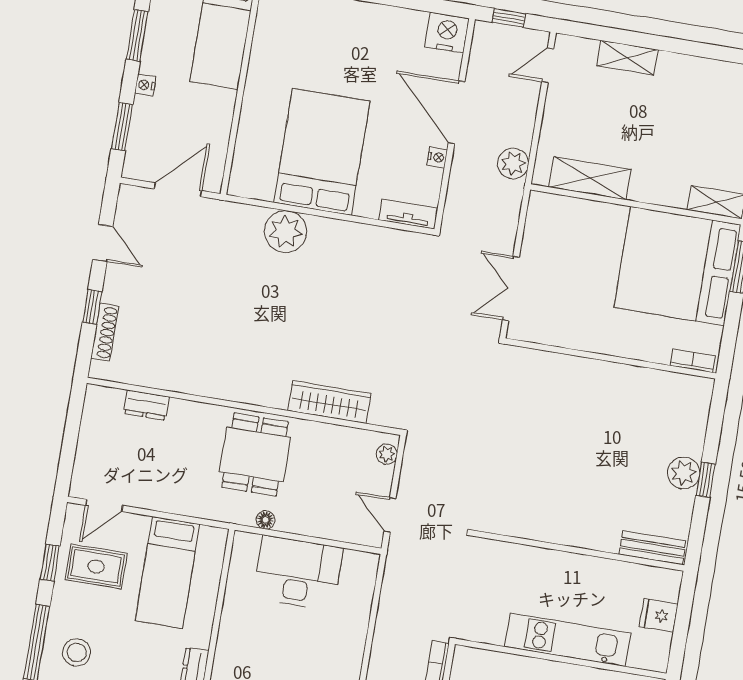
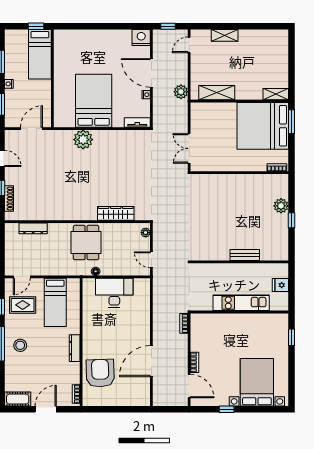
dresser: (146, 405) -> (33, 228), width x1.44
plant: (684, 473) -> (281, 206), moved
bench: (652, 548) -> (245, 255), moved

